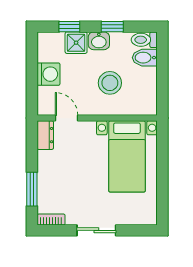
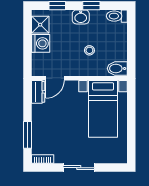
shower: (76, 43) -> (40, 25), moved
bidet: (145, 58) -> (117, 68), moved
stool: (110, 83) -> (89, 50), width x0.53, depth x0.53
door: (67, 118) -> (55, 78), swing flipped

